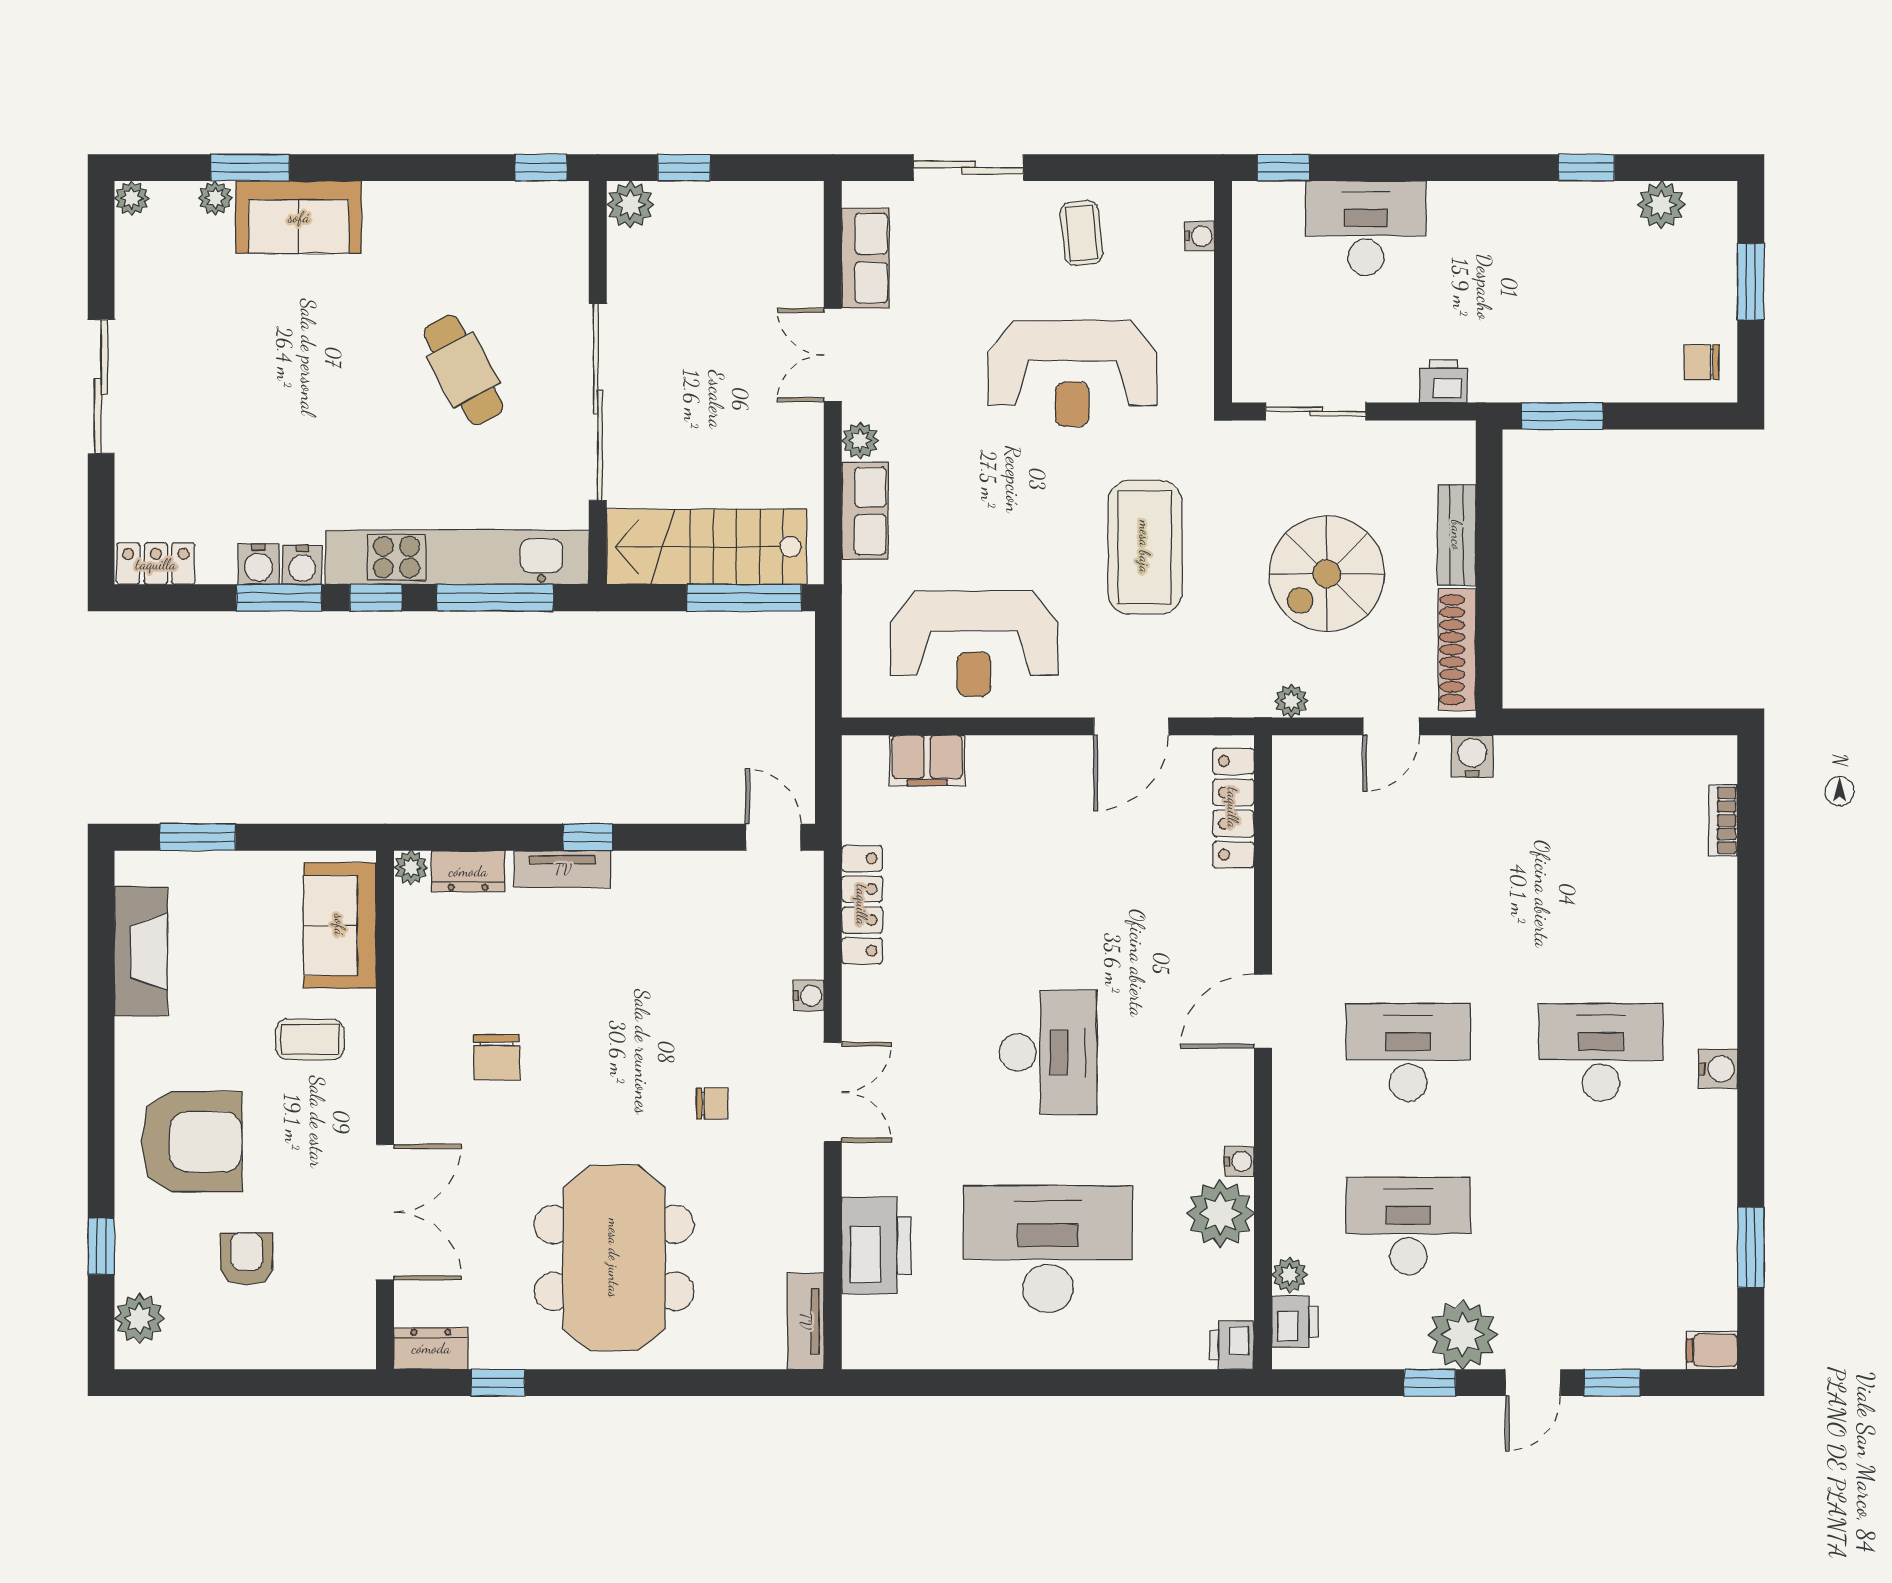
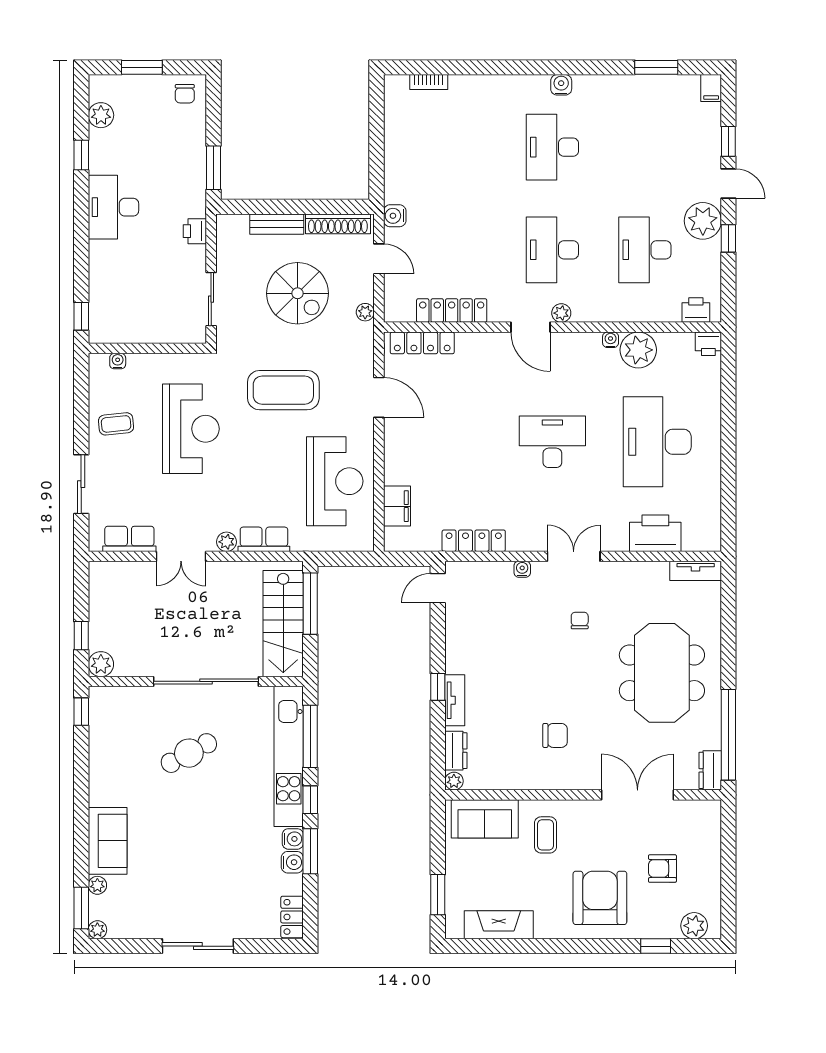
window: (250, 168) -> (81, 908), moved
desk: (1366, 228) -> (113, 207), moved
locker: (1294, 863) -> (452, 311), added
meeting table: (614, 1258) -> (662, 673), turned 90
plant: (1290, 1275) -> (561, 313), moved
window: (498, 1383) -> (728, 735), width x3.17

